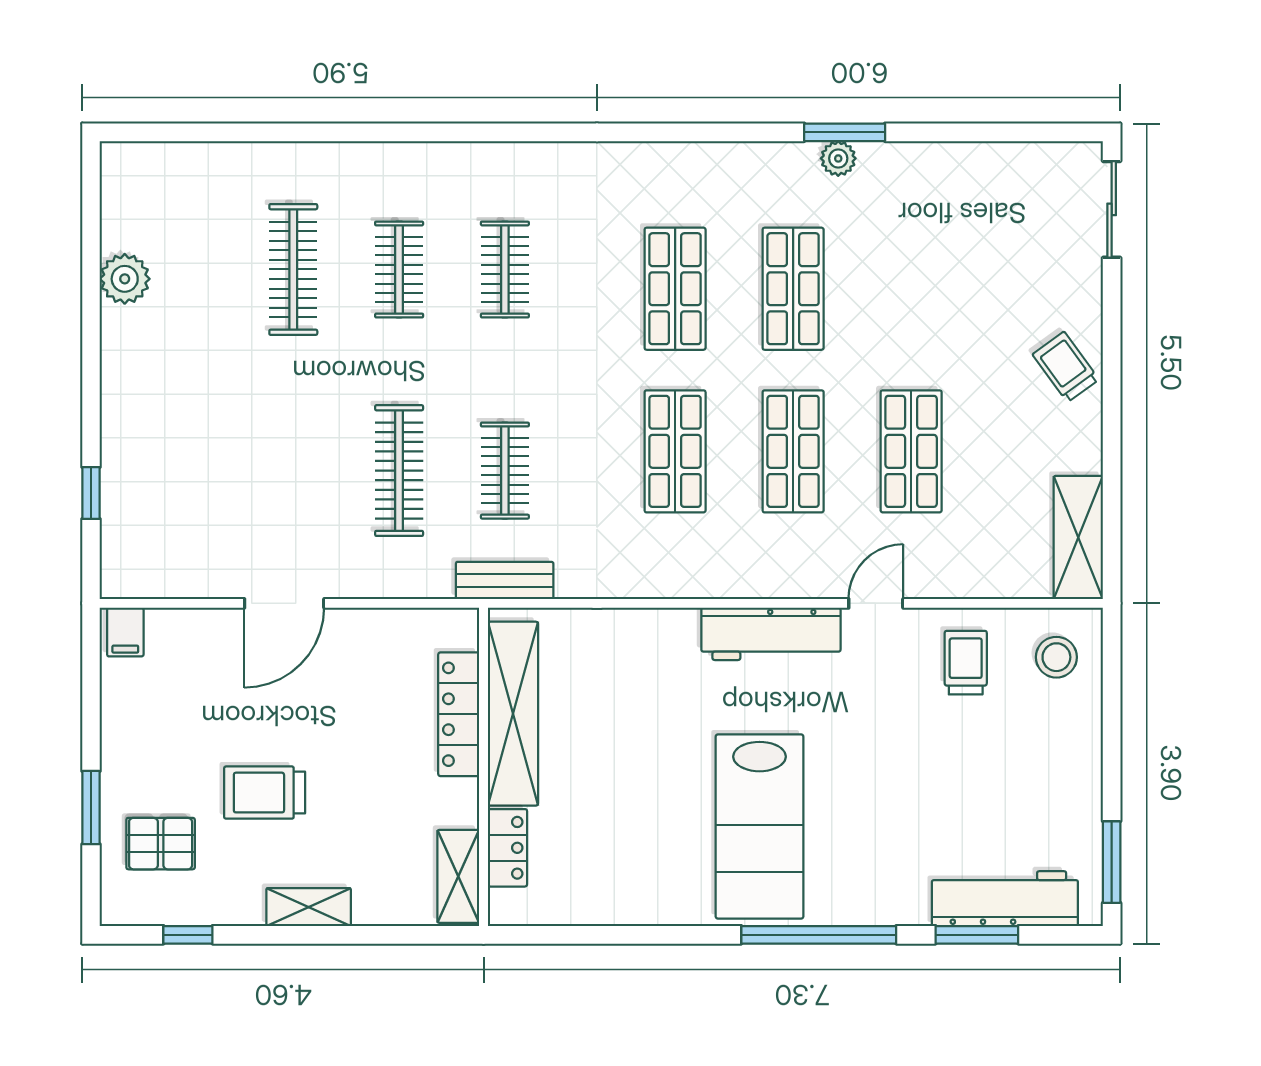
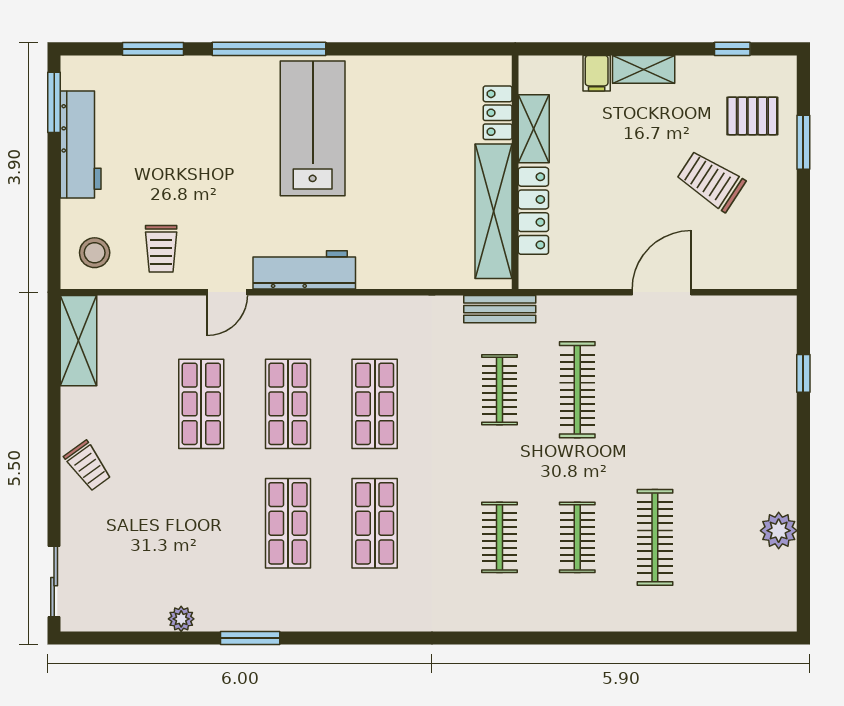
plant: (838, 158) -> (181, 619), moved
filing cabinet: (125, 632) -> (597, 73), moved, turned 180
trolley: (265, 793) -> (711, 181), moved, turned -147
shelving: (458, 876) -> (534, 129), moved
workbench: (1005, 899) -> (81, 144), moved, turned -90

